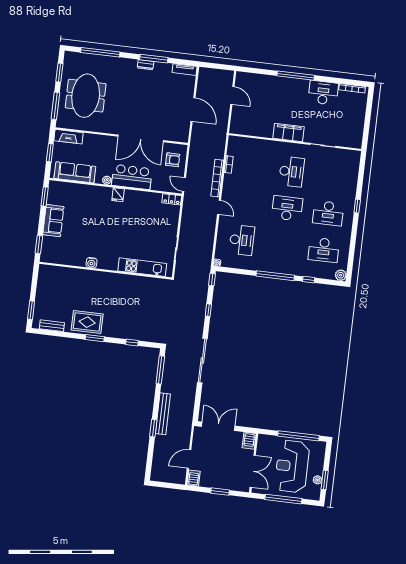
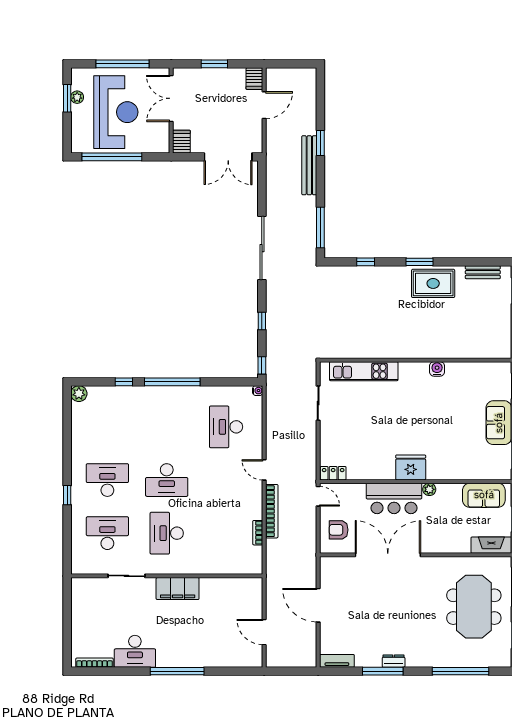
sofa: (75, 172) -> (484, 495), width x0.73
fridge: (118, 195) -> (411, 467), width x1.88, depth x1.34
desk: (324, 250) -> (107, 533), moved

